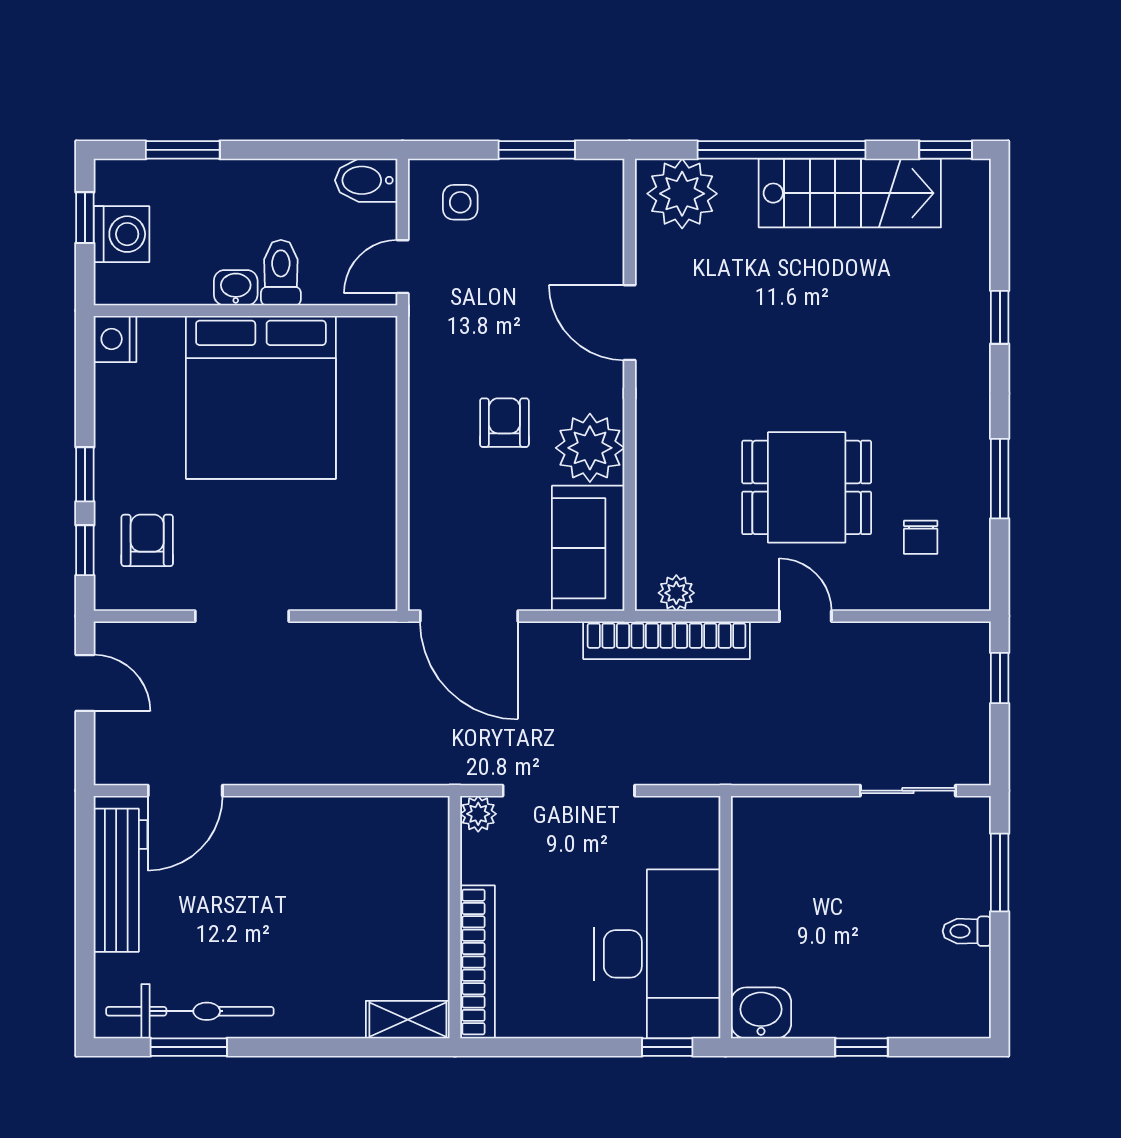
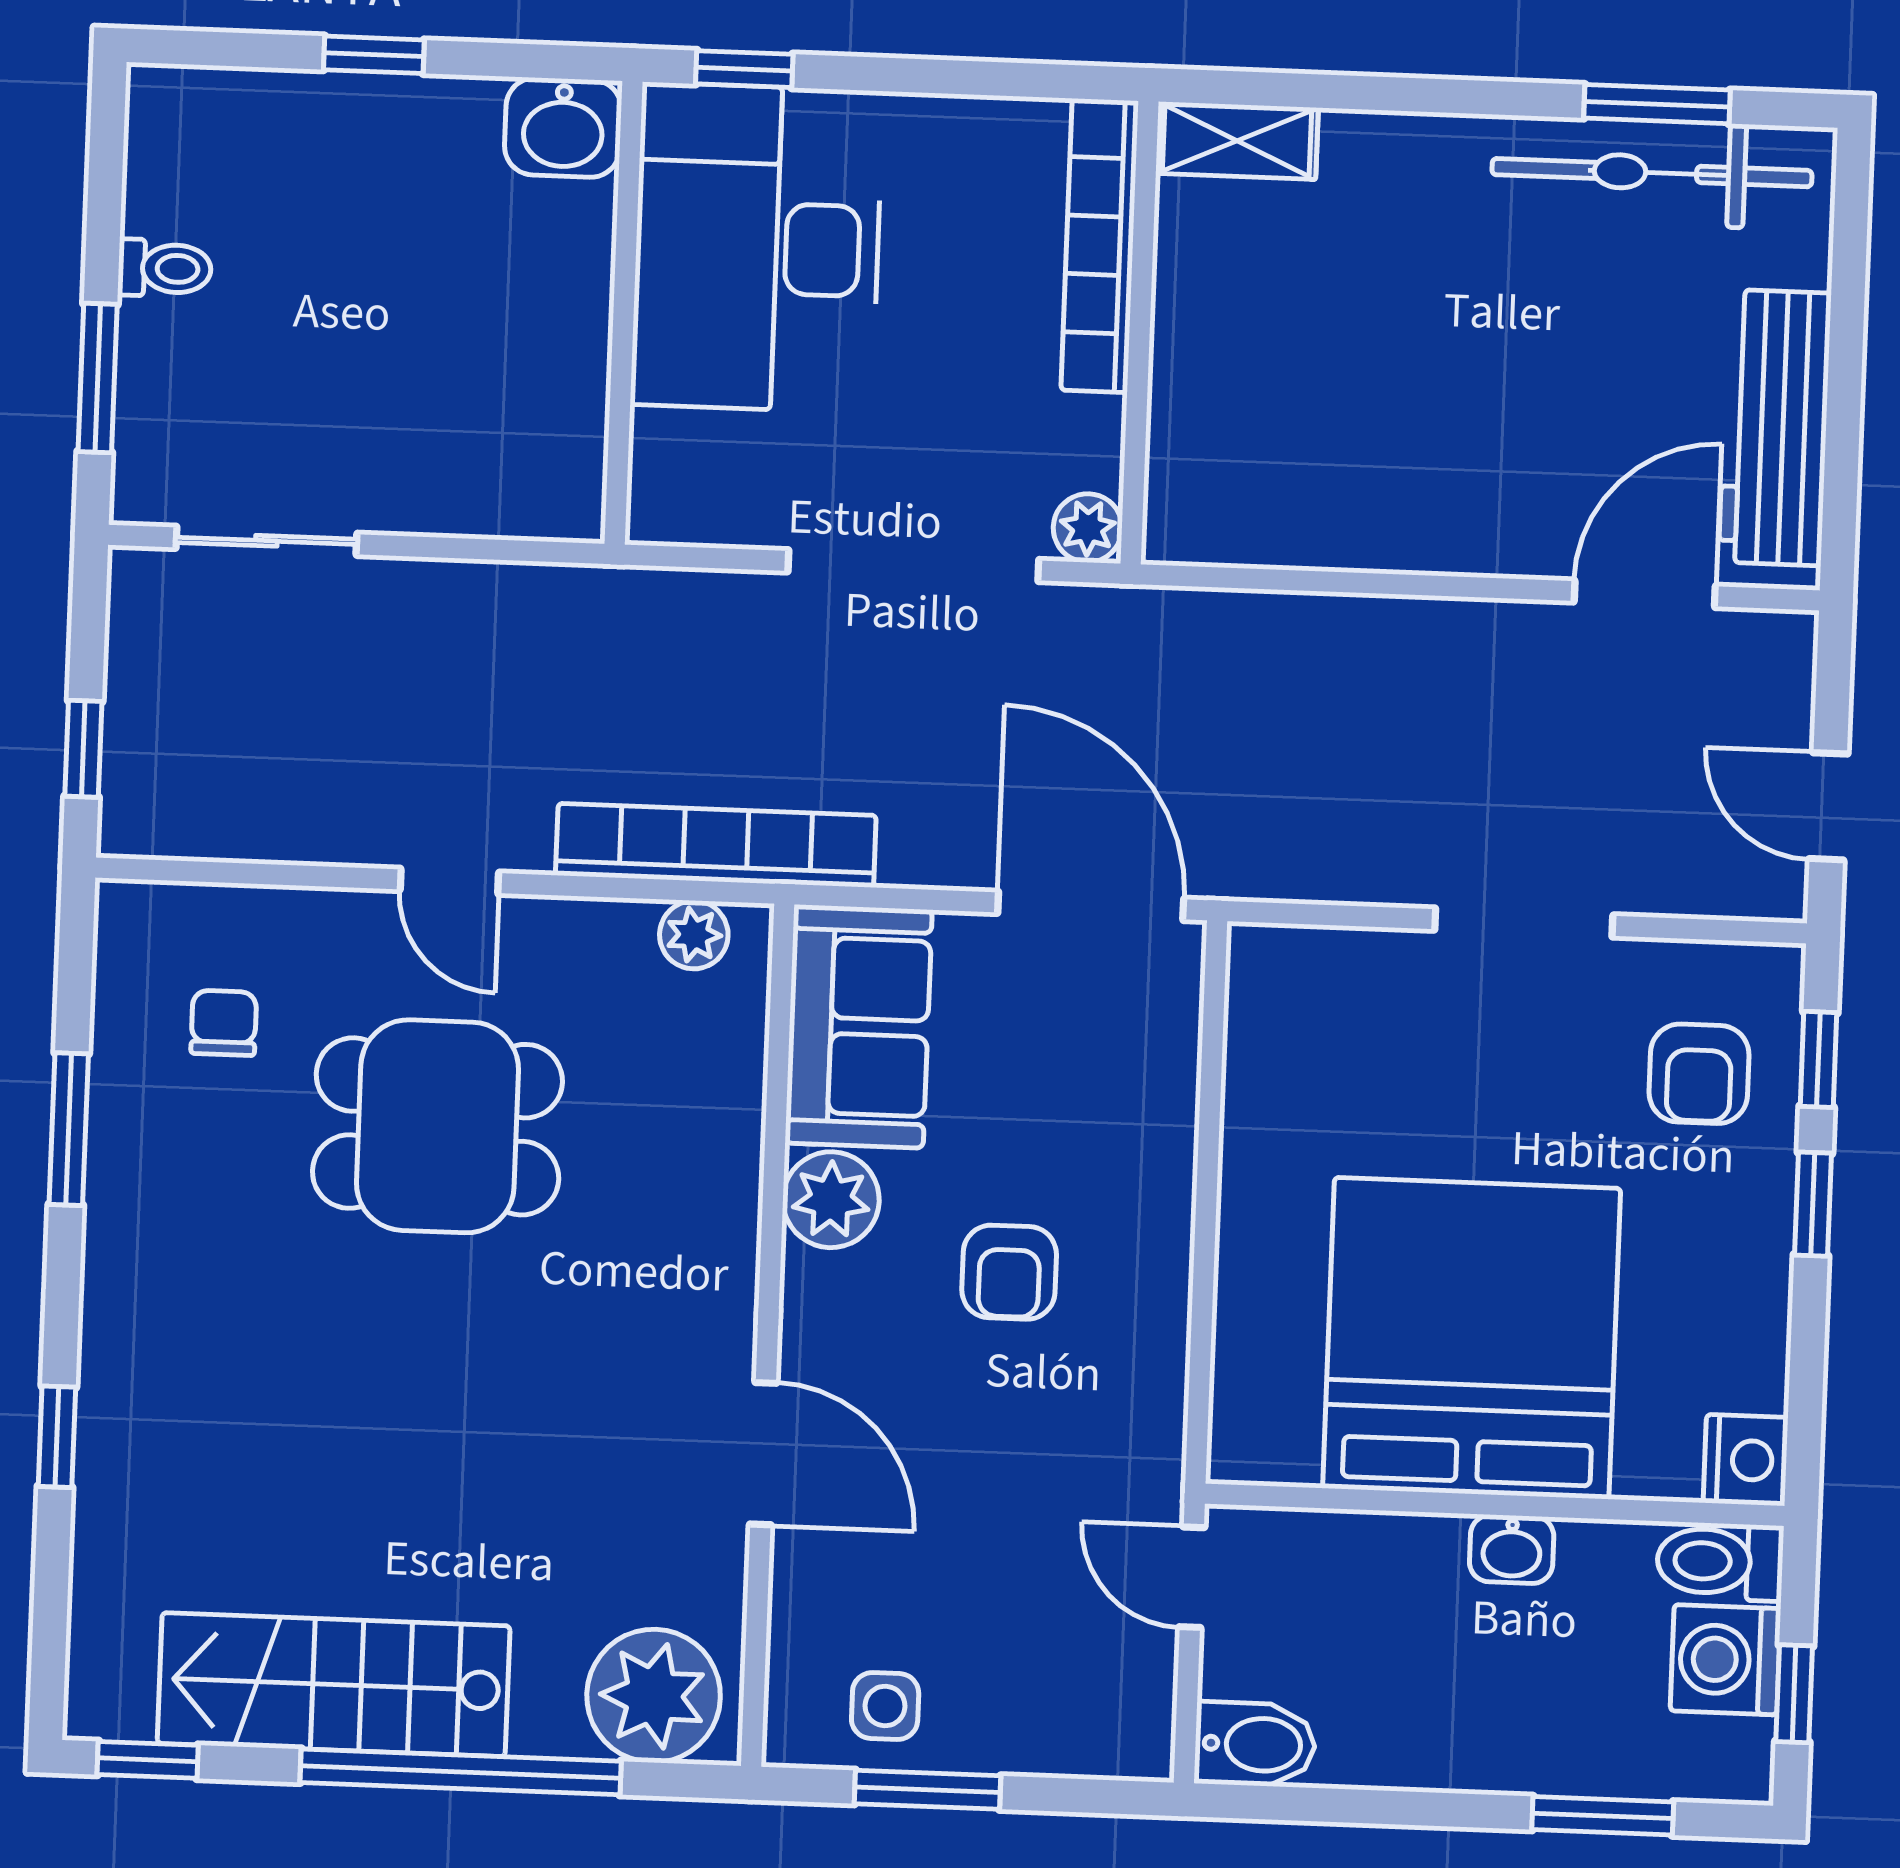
side table: (460, 202) -> (885, 1706), moved
door: (403, 267) -> (1192, 1577), swing flipped
toilet: (281, 273) -> (1720, 1561), moved, turned 90
plant: (590, 448) -> (831, 1200), width x0.73, depth x0.73

